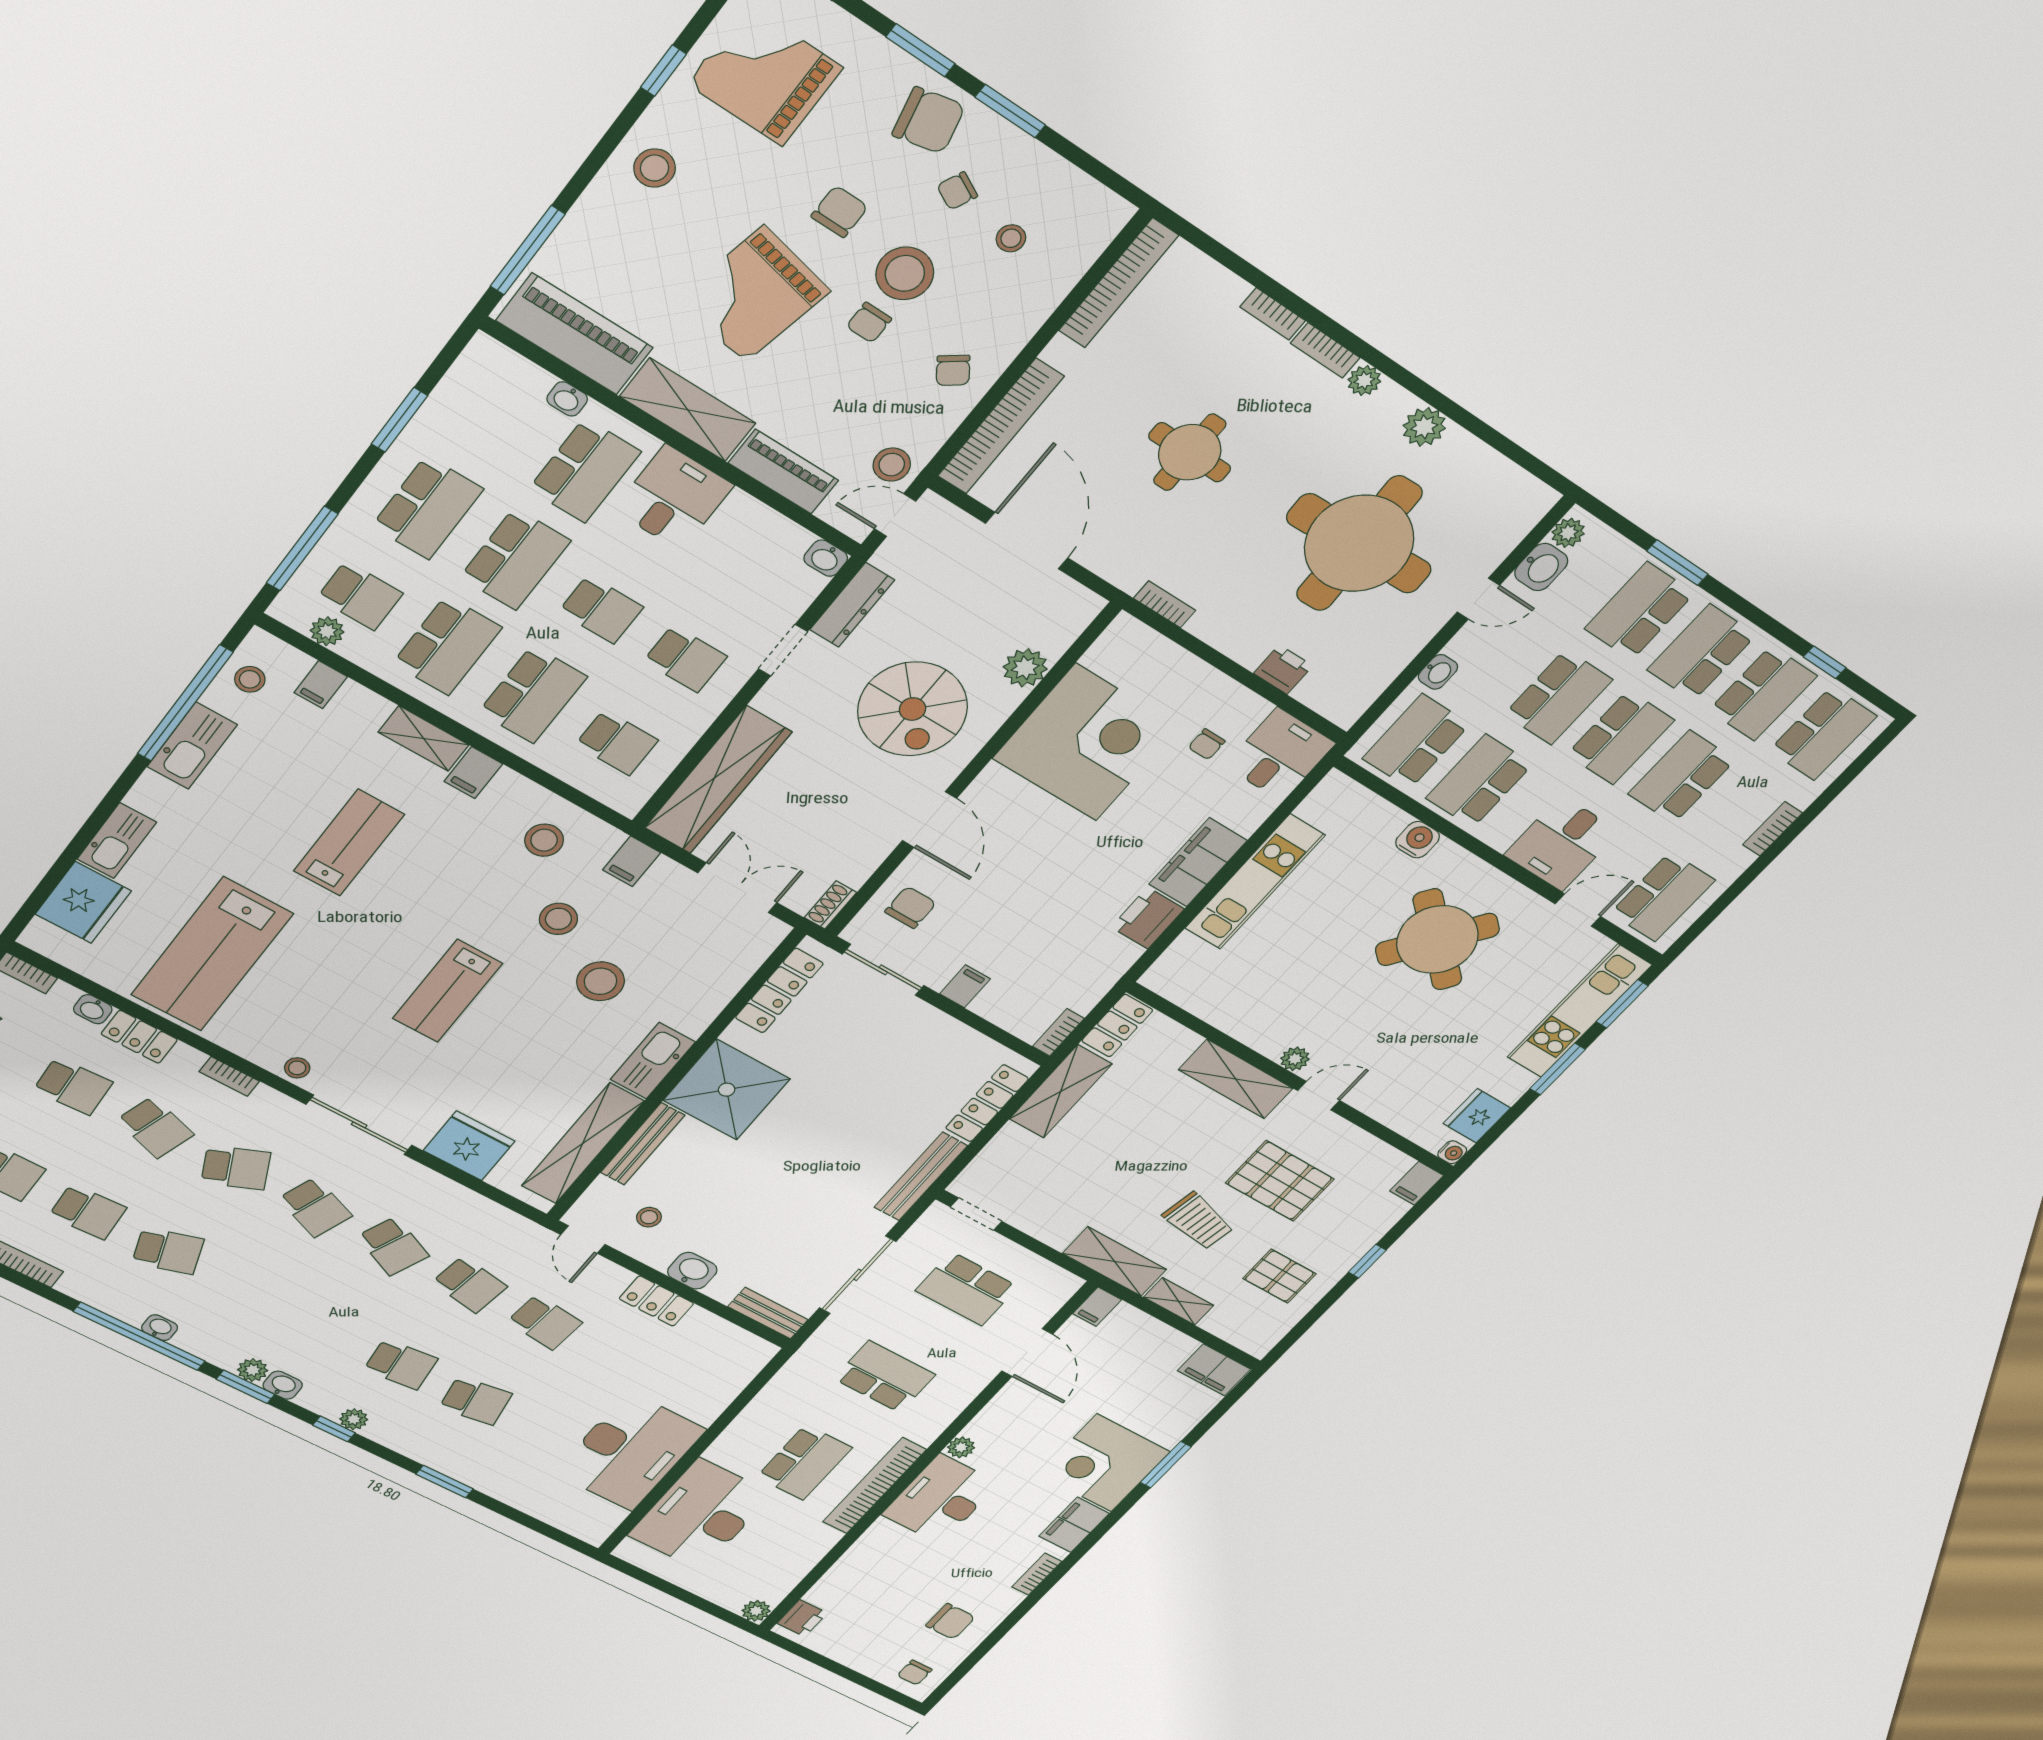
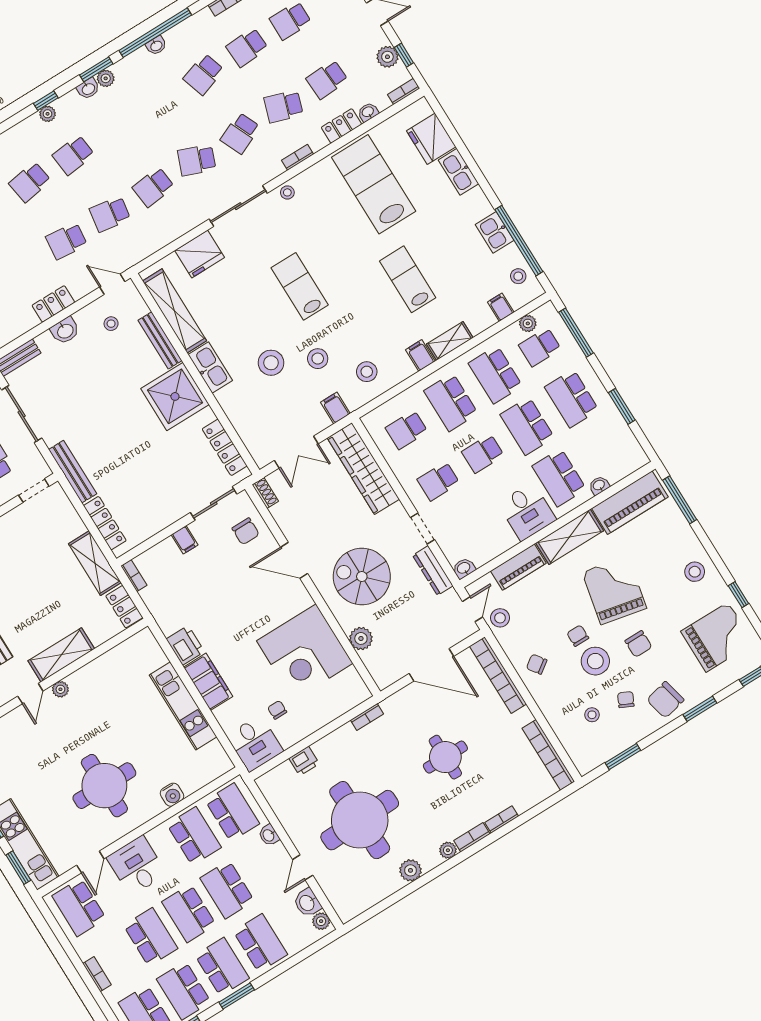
window: (1010, 111) -> (623, 757), moved
window: (1677, 563) -> (237, 996), moved
kitchen sink: (192, 746) -> (495, 232), width x0.73
lab bench: (349, 843) -> (408, 279), turned 180
round table: (1437, 939) -> (104, 786), turned -38
school desk: (393, 1246) -> (153, 187), turned -30

